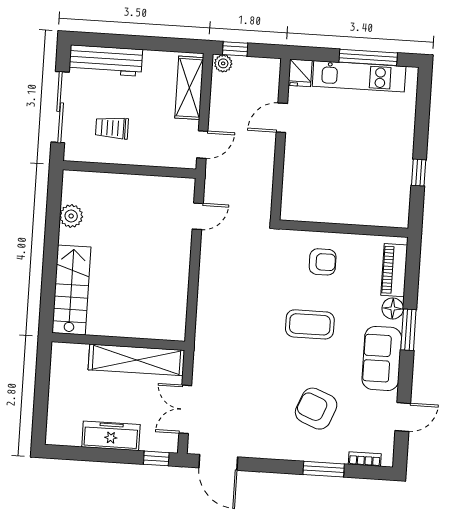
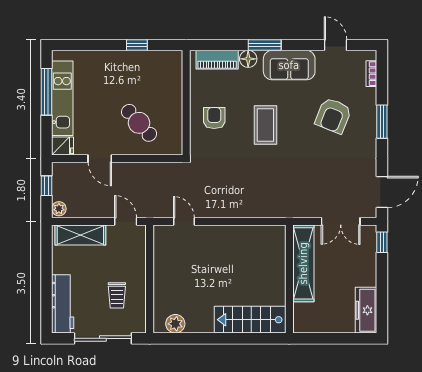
window: (235, 49) -> (46, 186), moved
cafe table: (323, 169) -> (139, 123), added
plant: (71, 216) -> (175, 324), moved
freezer: (111, 436) -> (366, 310), moved
window: (324, 469) -> (382, 122), moved

